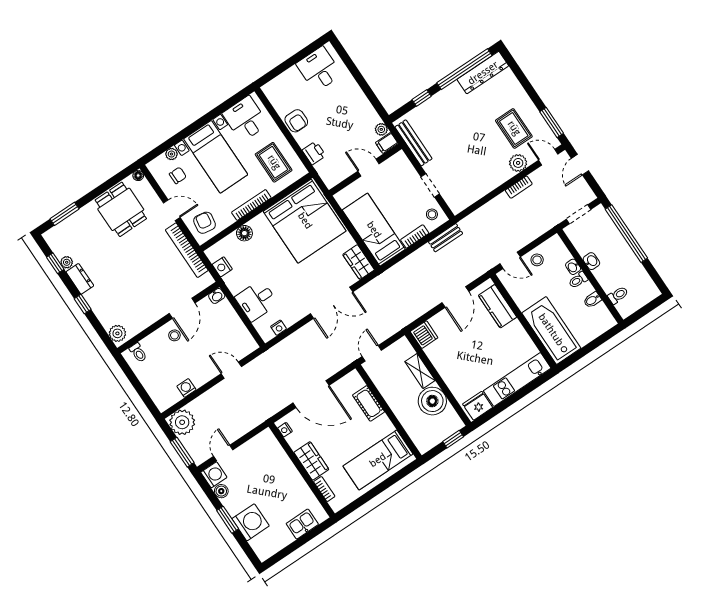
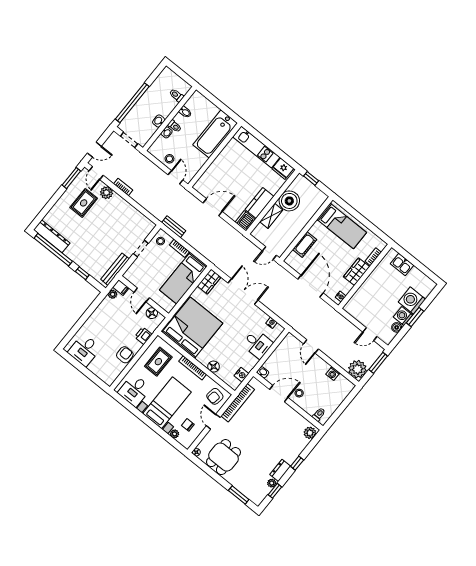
floor lamp: (340, 173) -> (152, 313), added
kitchen counter: (498, 306) -> (259, 203), moved, turned 180
washing machine: (214, 475) -> (403, 316), moved

